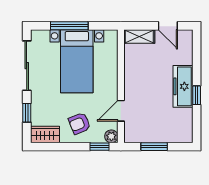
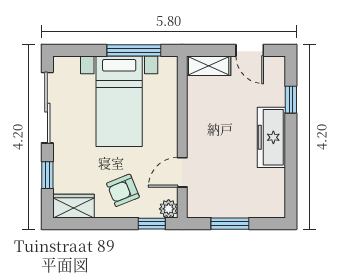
window: (69, 26) -> (134, 50), moved
window: (197, 95) -> (291, 100), moved

